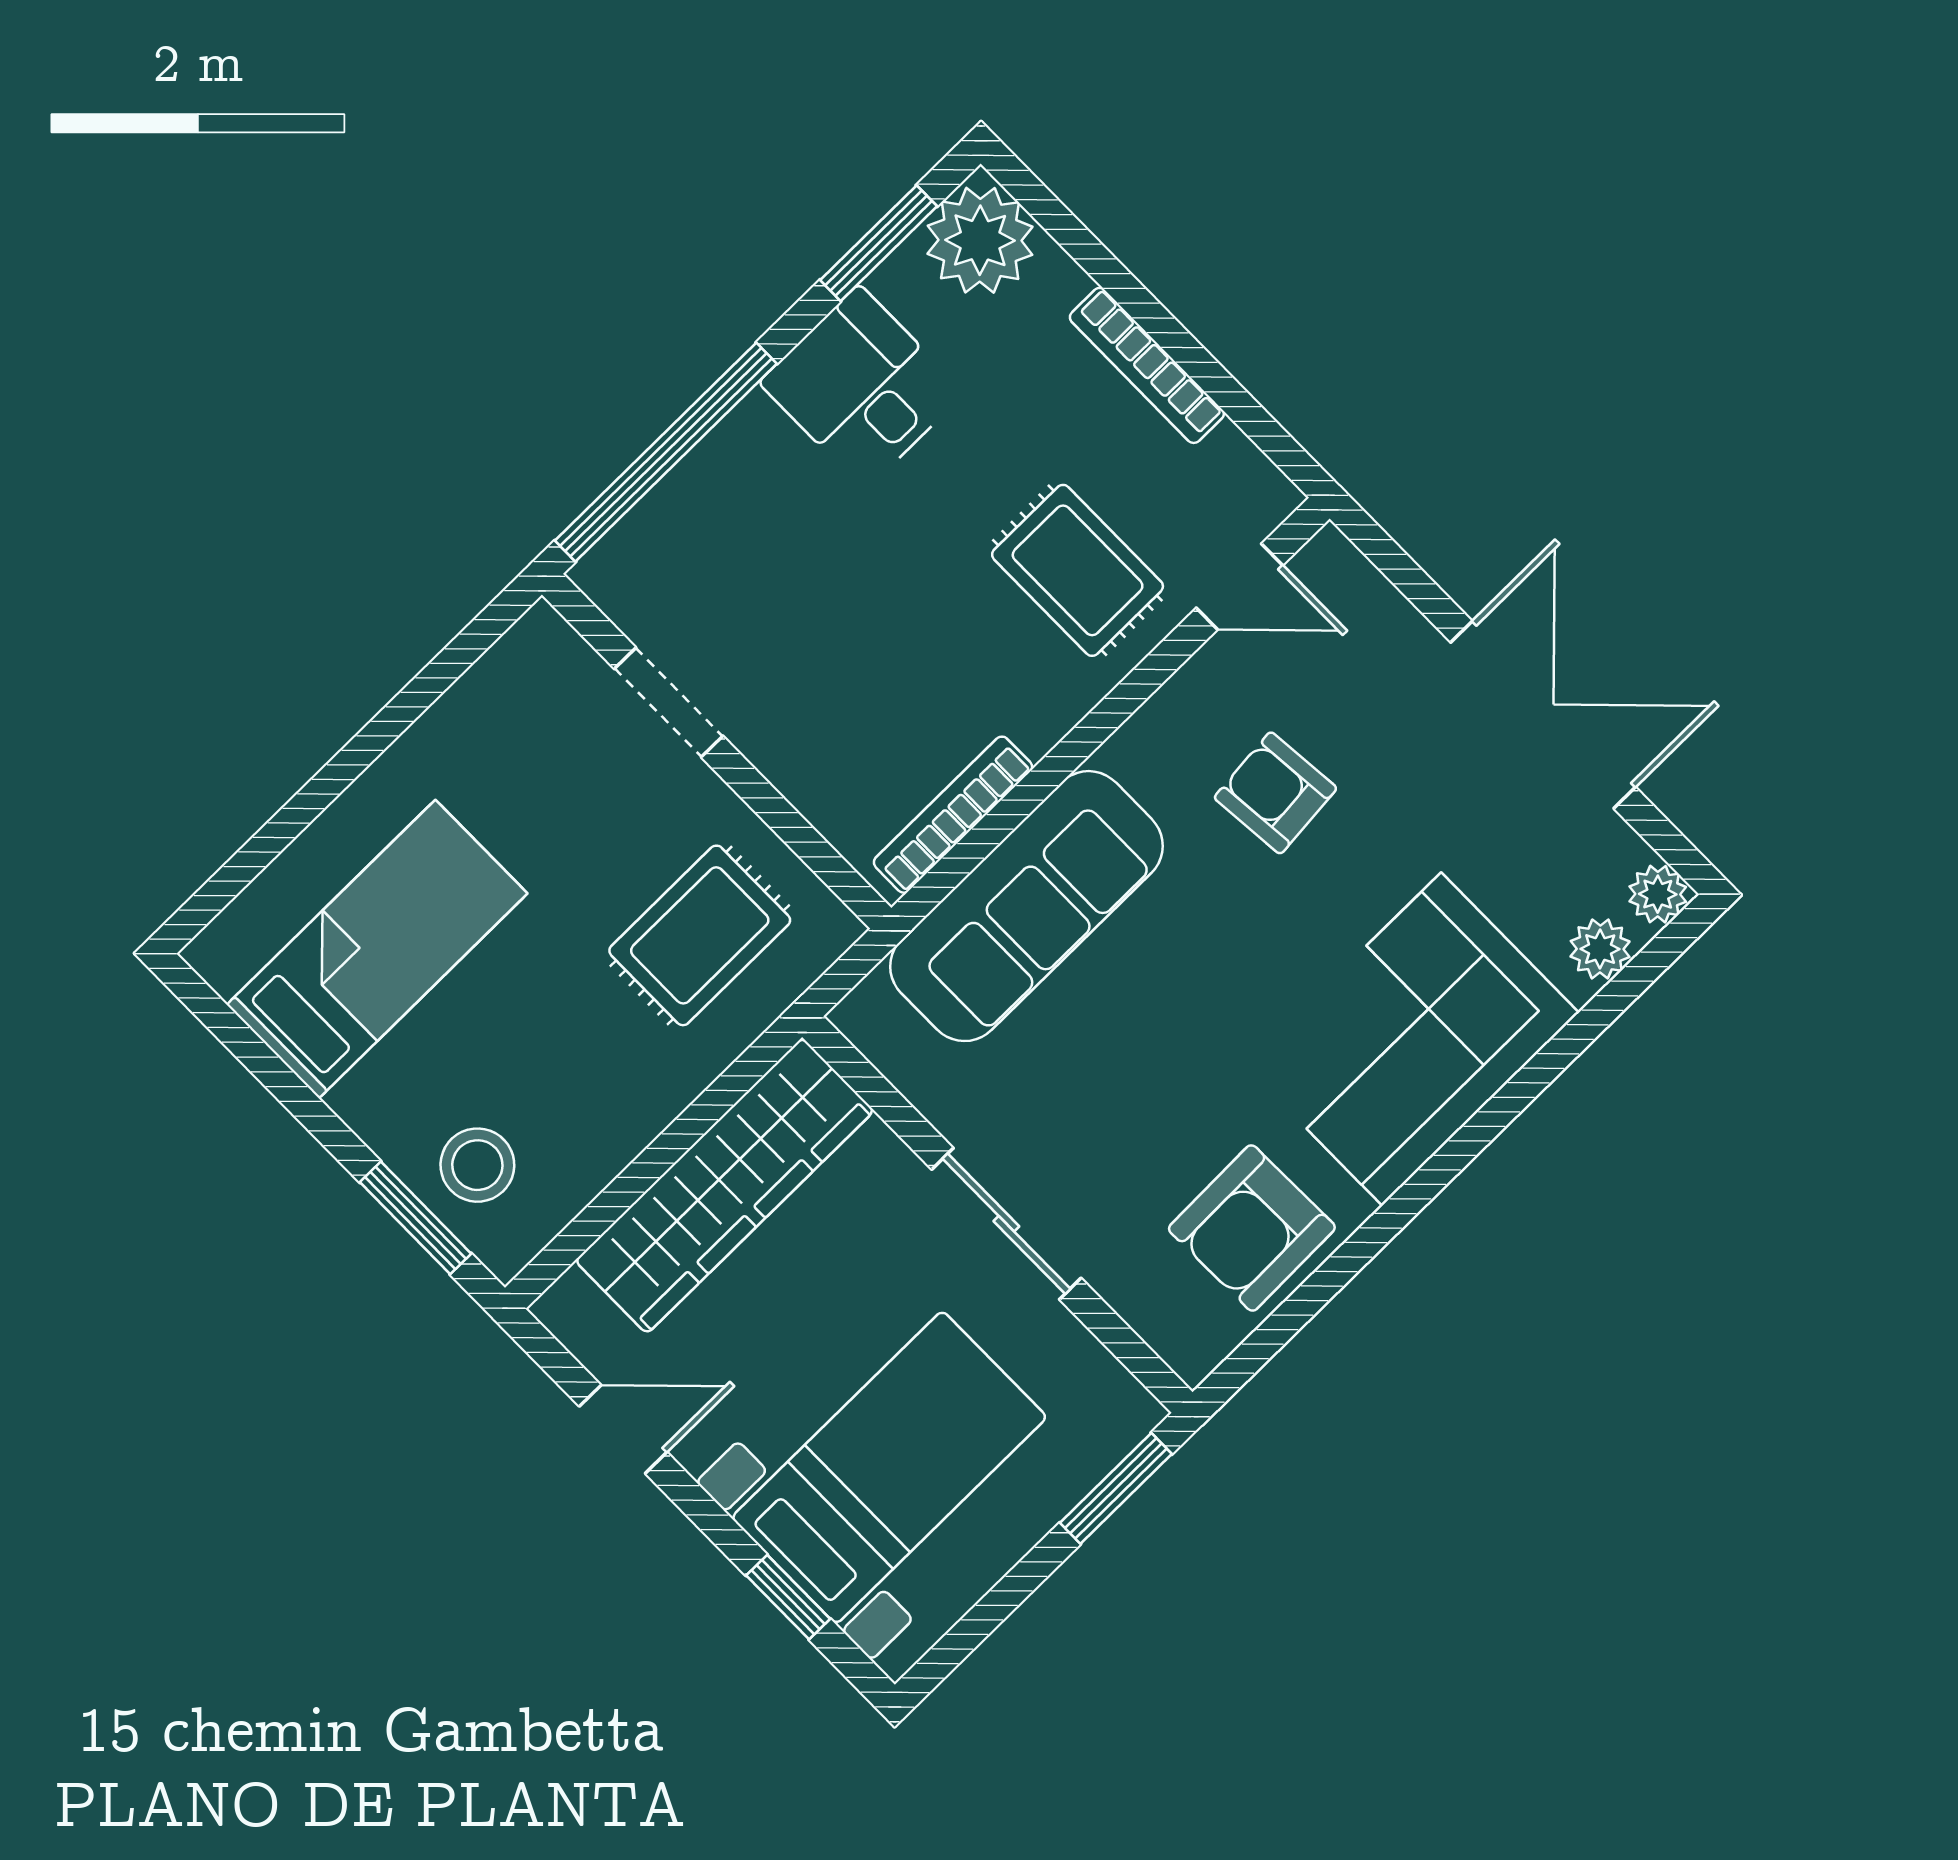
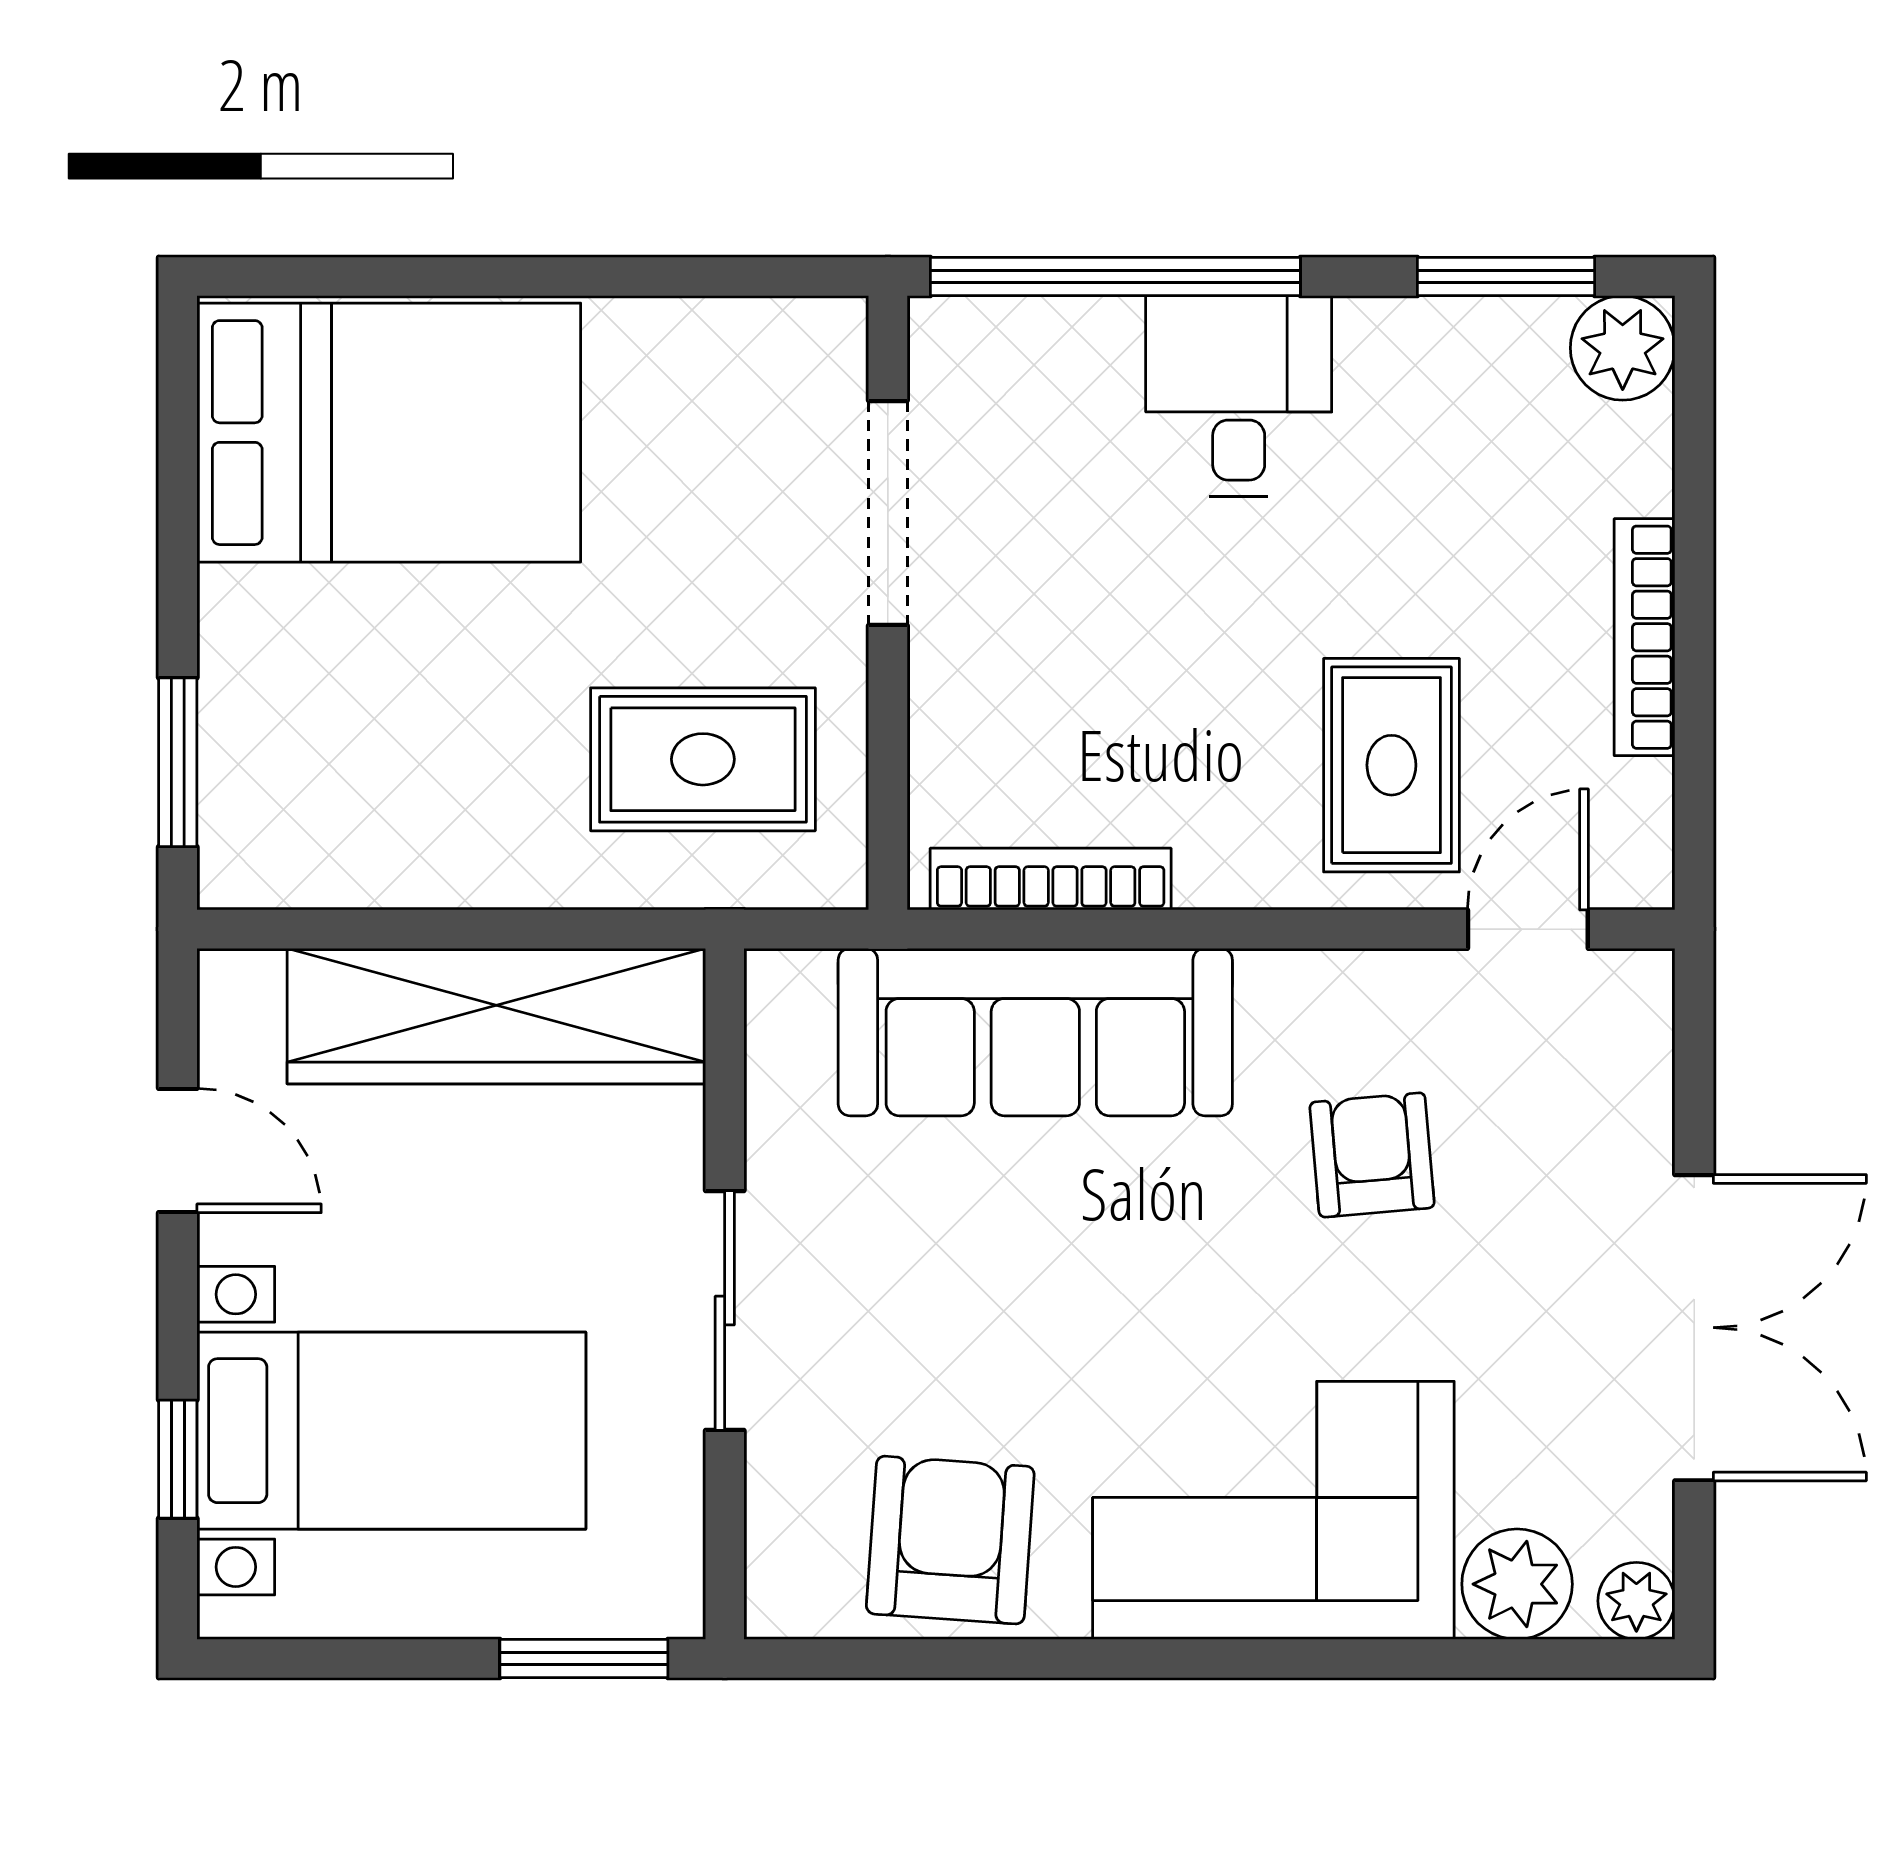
plant: (980, 240) -> (1623, 348), width x0.73, depth x0.73
desk: (862, 387) -> (1239, 396), moved
door: (1239, 587) -> (1528, 929), swing flipped
doorway: (669, 702) -> (888, 513), width x1.38
bed: (377, 949) -> (389, 433), width x1.50
plant: (1600, 949) -> (1517, 1584), width x1.38, depth x1.38
stool: (477, 1165) -> (284, 770), removed
armchair: (1252, 1228) -> (950, 1540), turned 95

